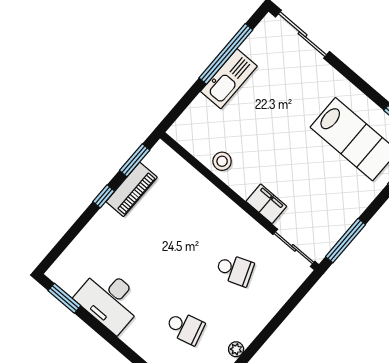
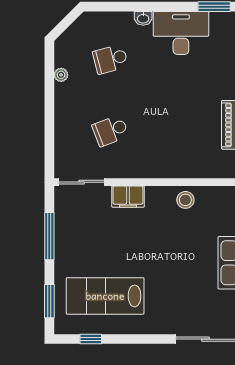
window: (346, 241) -> (49, 236), moved
washbasin: (130, 338) -> (143, 18), added

